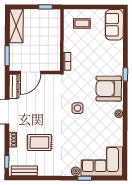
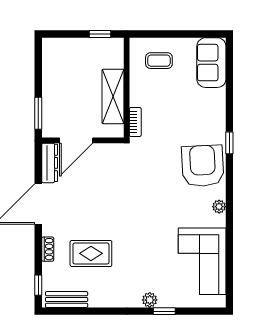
shelving: (16, 26) -> (113, 96), moved
armchair: (109, 89) -> (203, 166), turned 87
side table: (77, 108) -> (152, 198), removed
corner sofa: (102, 161) -> (202, 261), moved, turned -90

